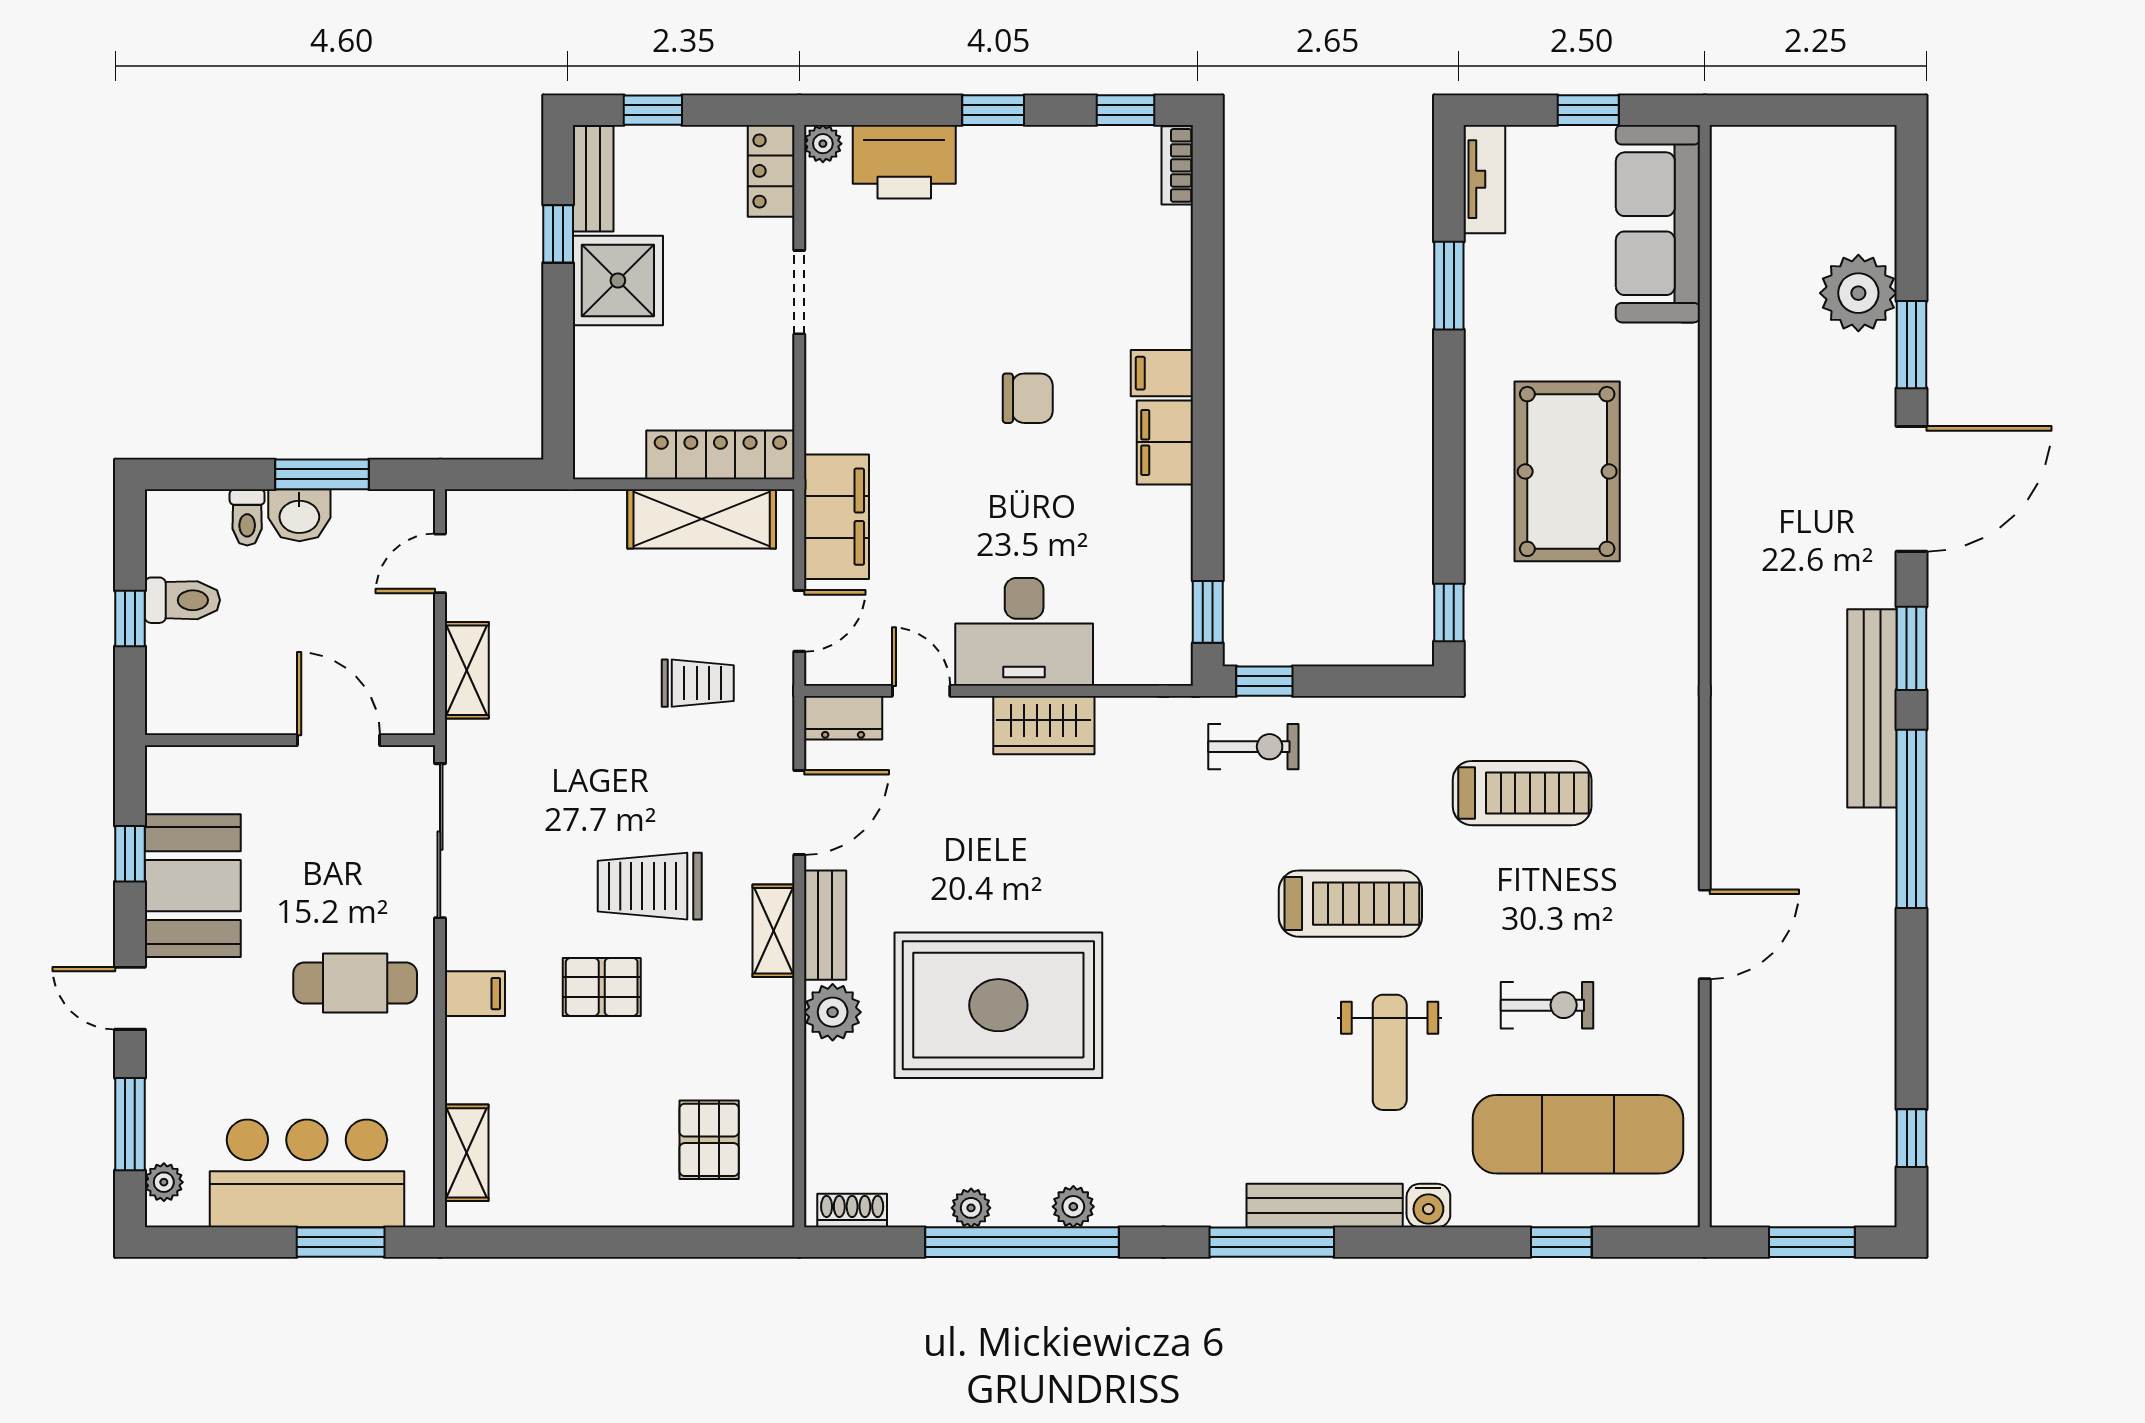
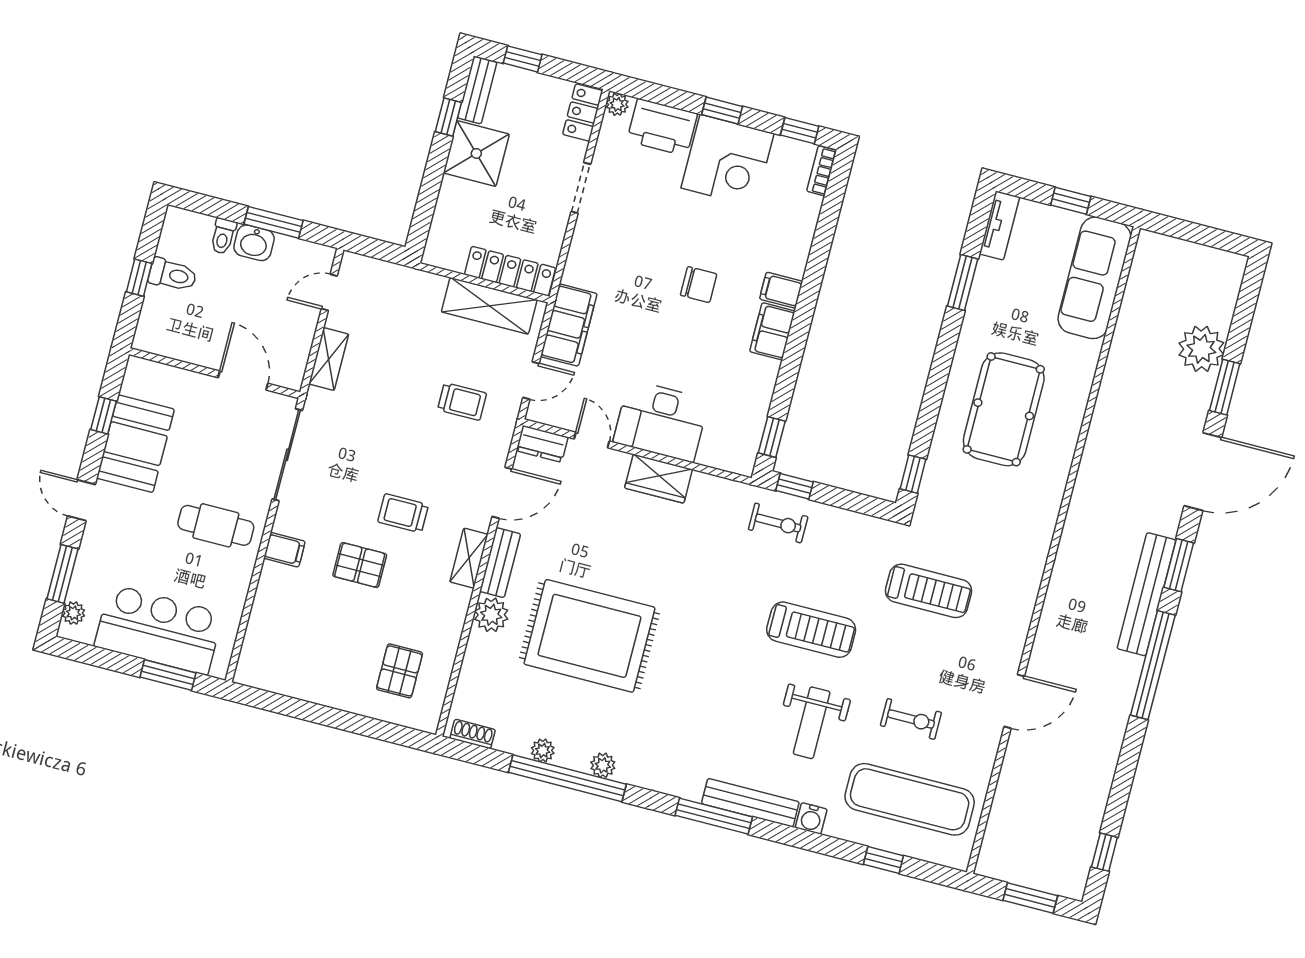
corner desk: (1023, 188) -> (728, 161), added
trolley: (650, 886) -> (403, 513), width x0.73, depth x0.72
shelving: (467, 1153) -> (255, 642), removed

